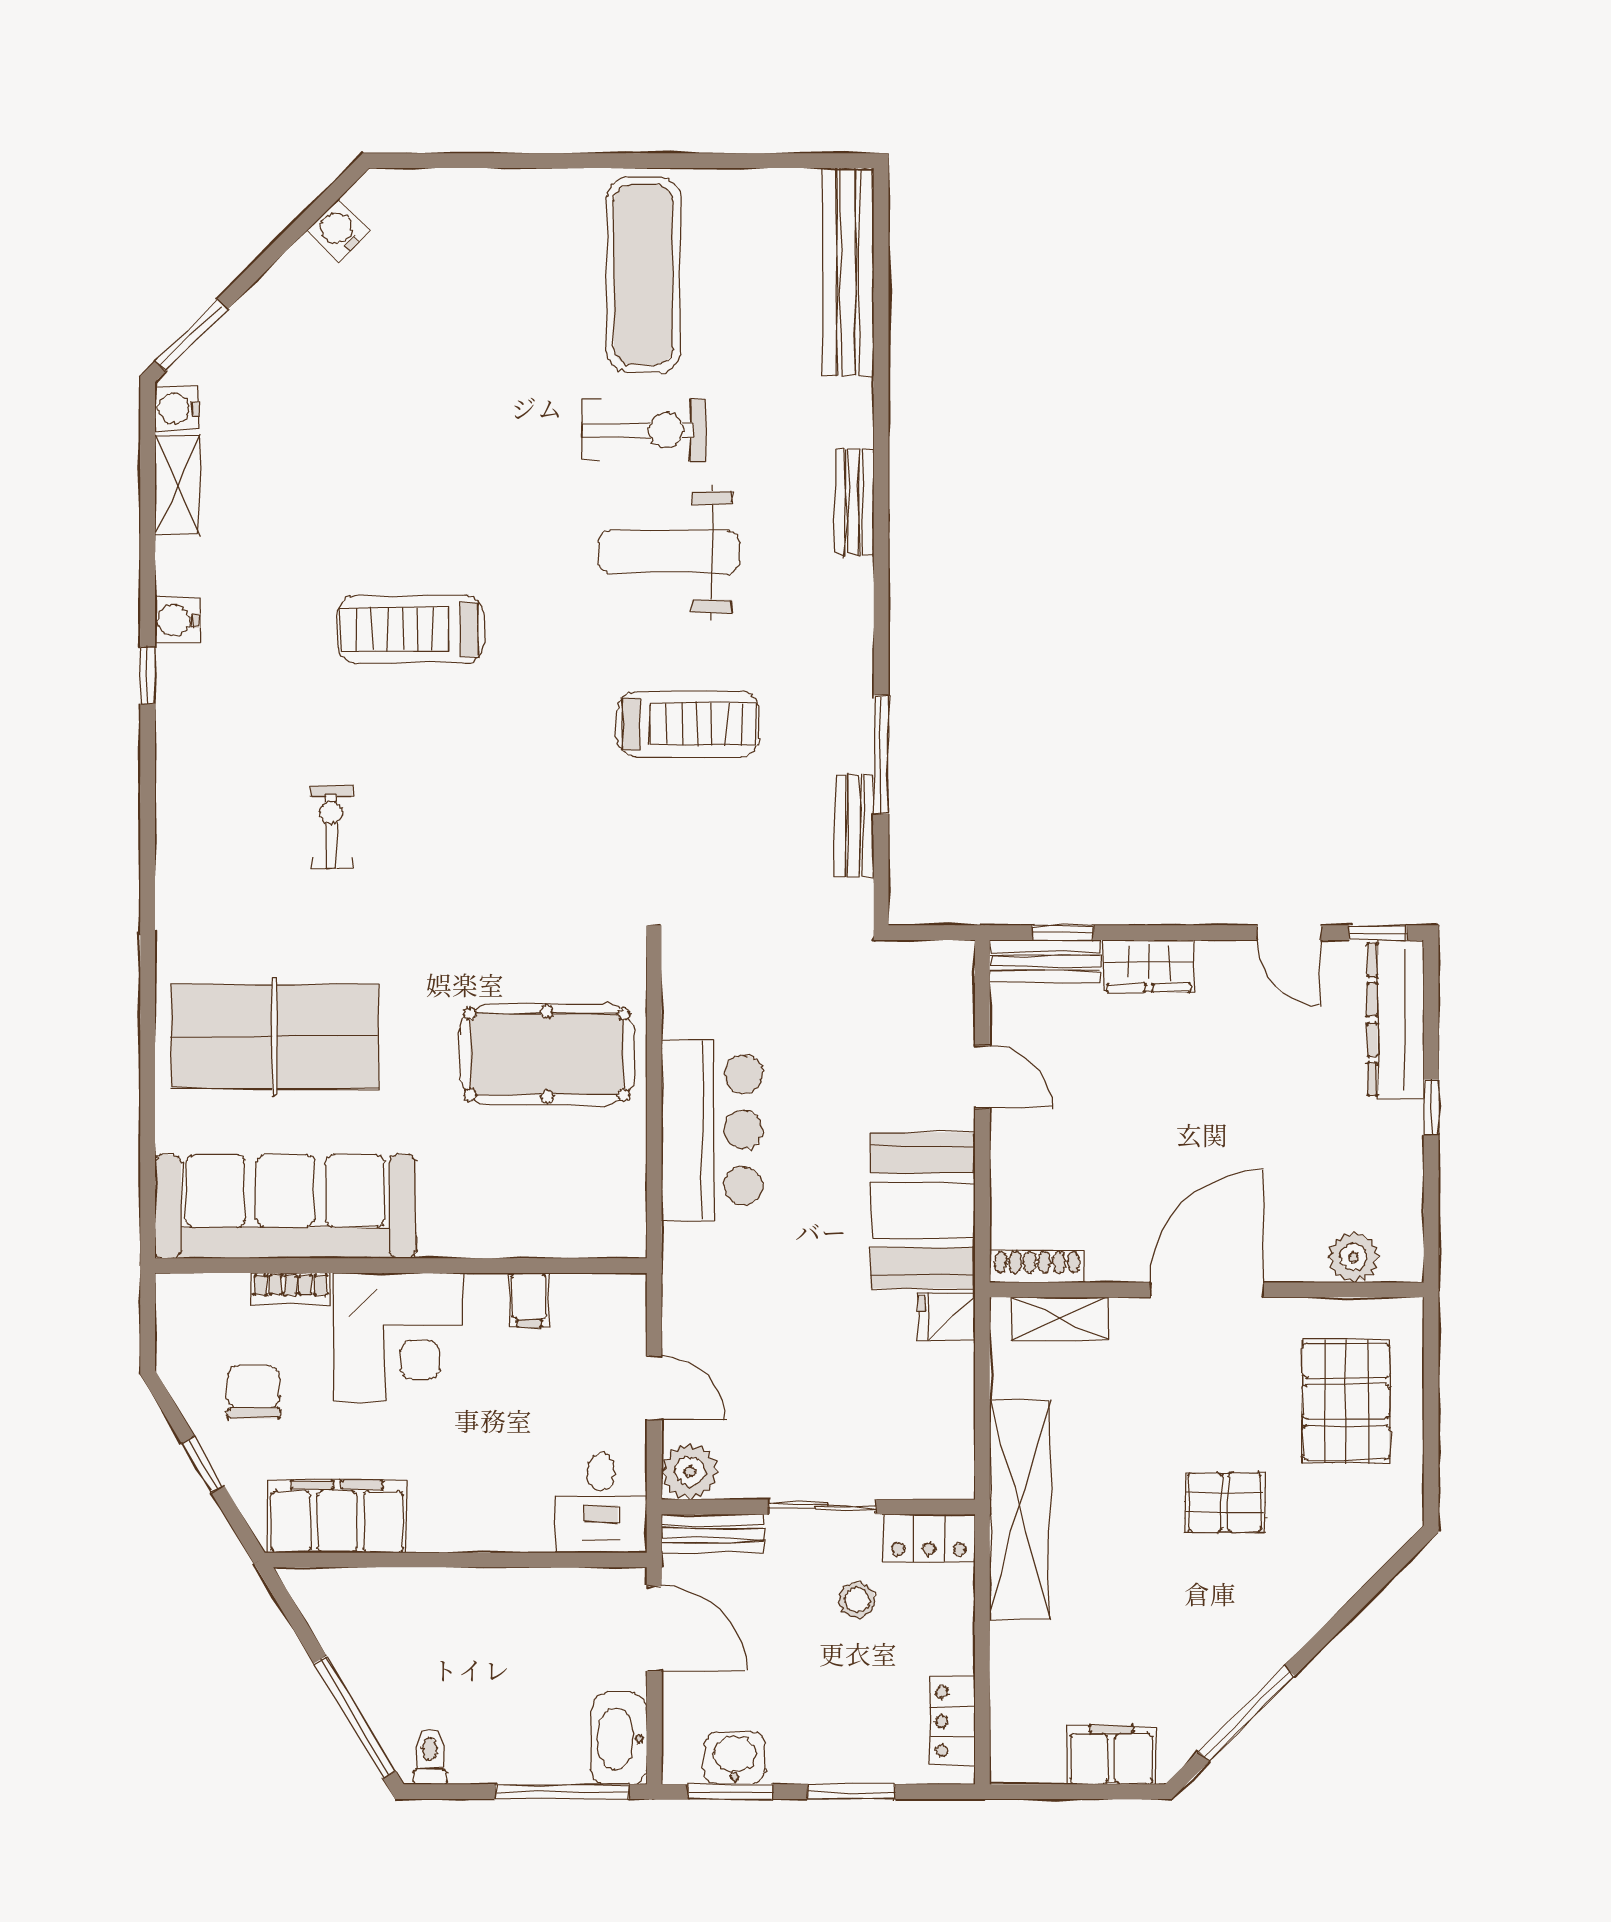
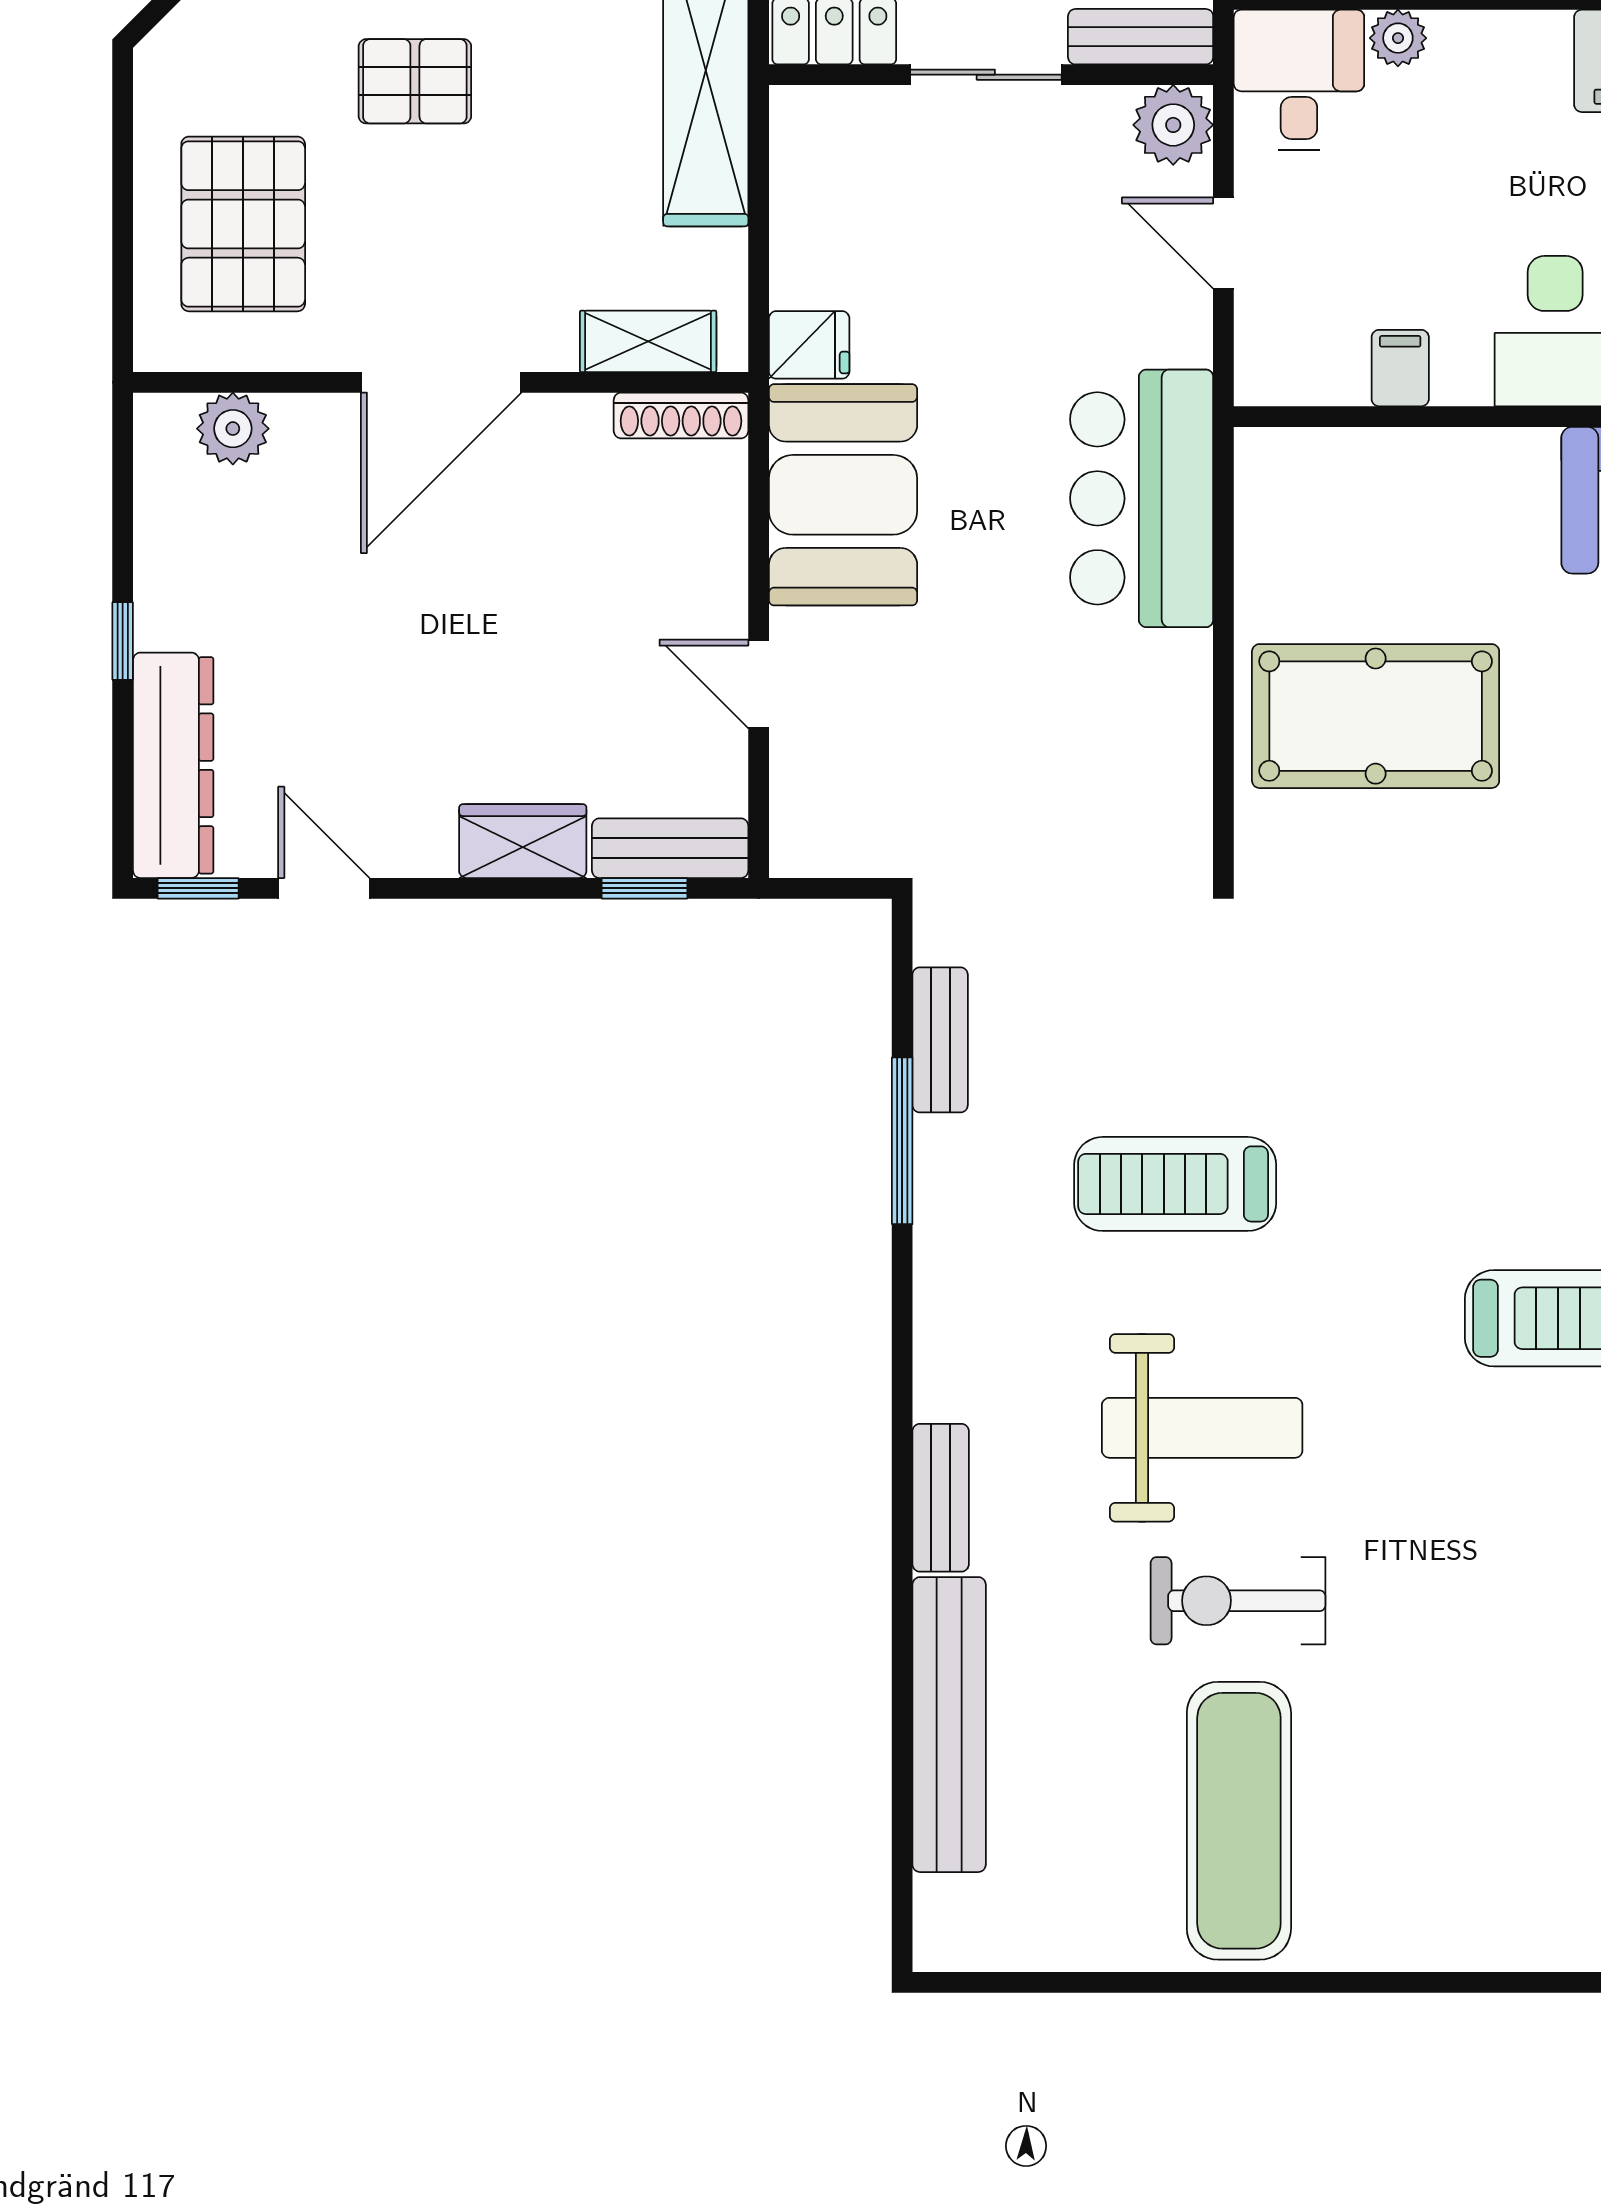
bench: (848, 272) -> (949, 1725), moved
bar counter: (712, 1130) -> (1142, 498), moved
plant: (531, 1533) -> (1398, 38), added

